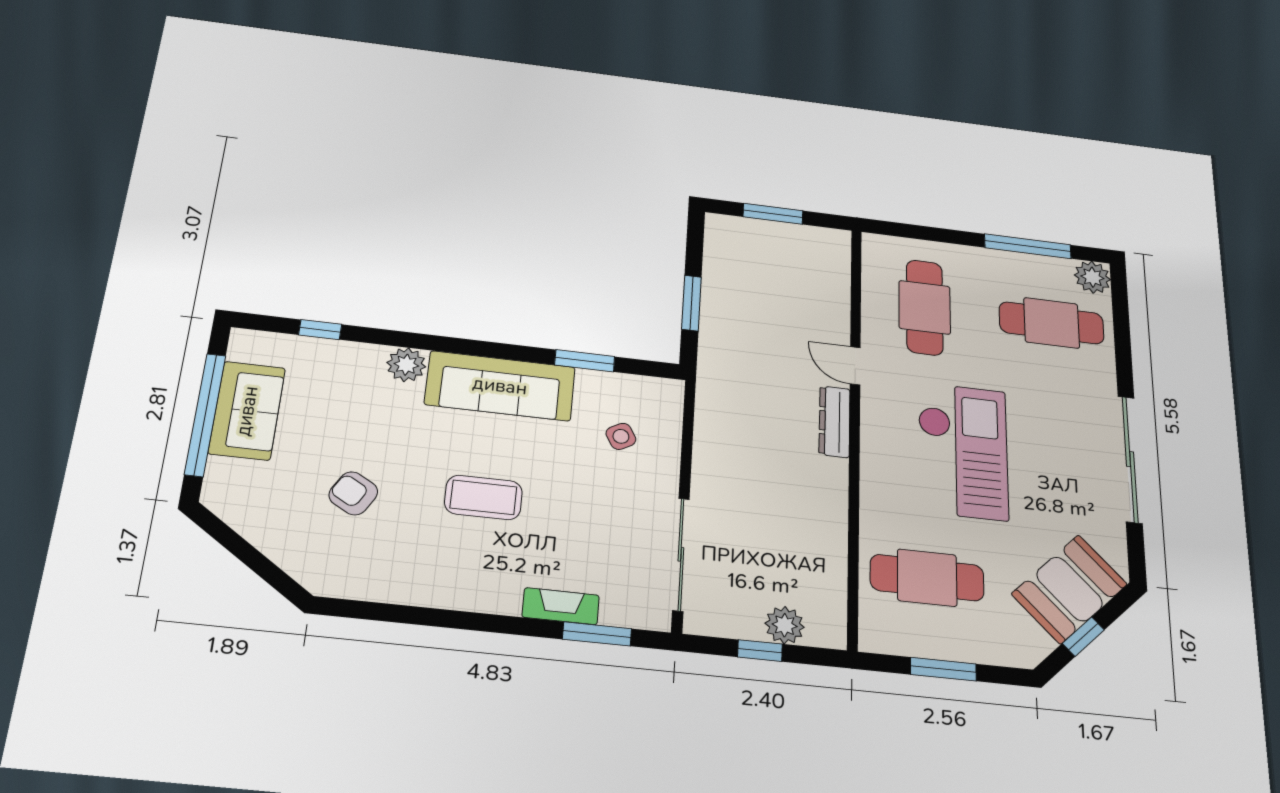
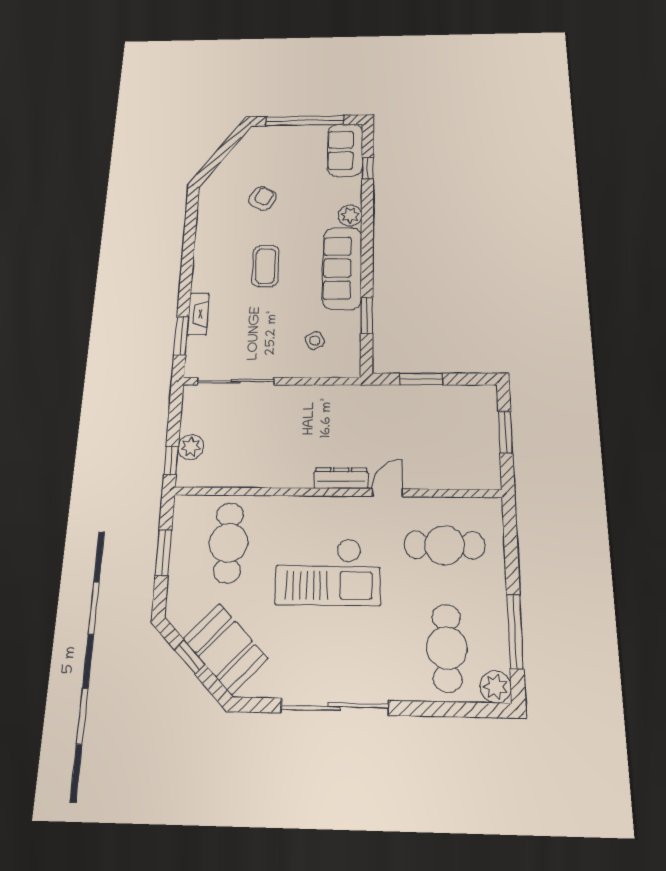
sofa: (247, 411) -> (345, 150), moved, turned 90
window: (760, 651) -> (171, 460), moved

